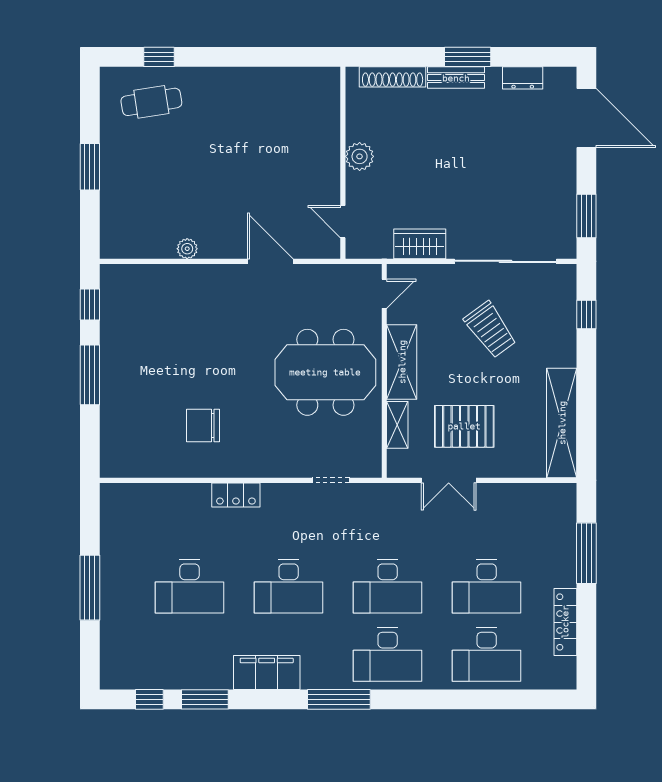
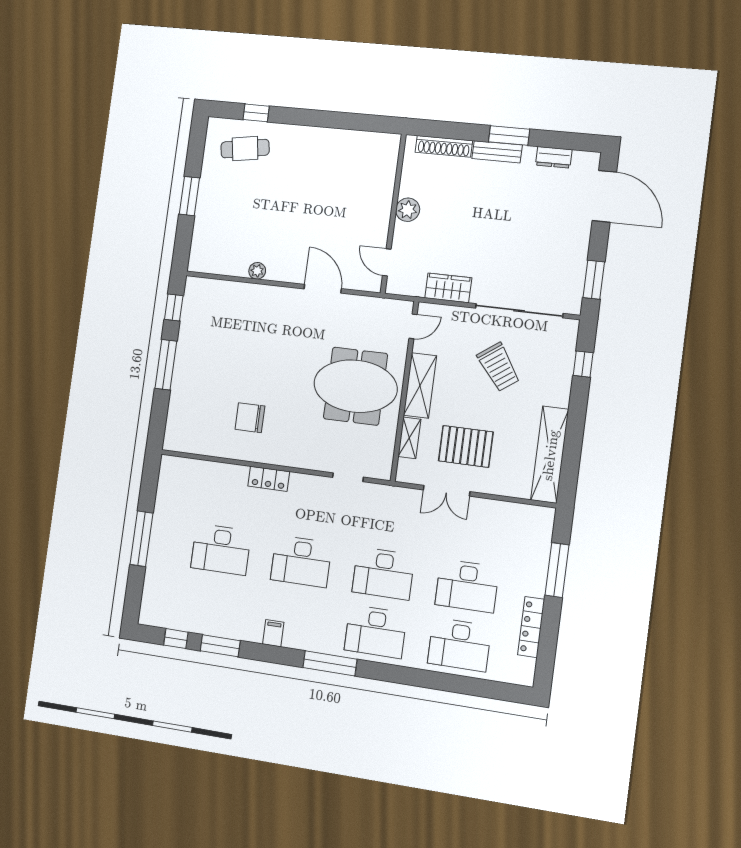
filing cabinet: (267, 673) -> (273, 633), width x0.33, depth x0.86

